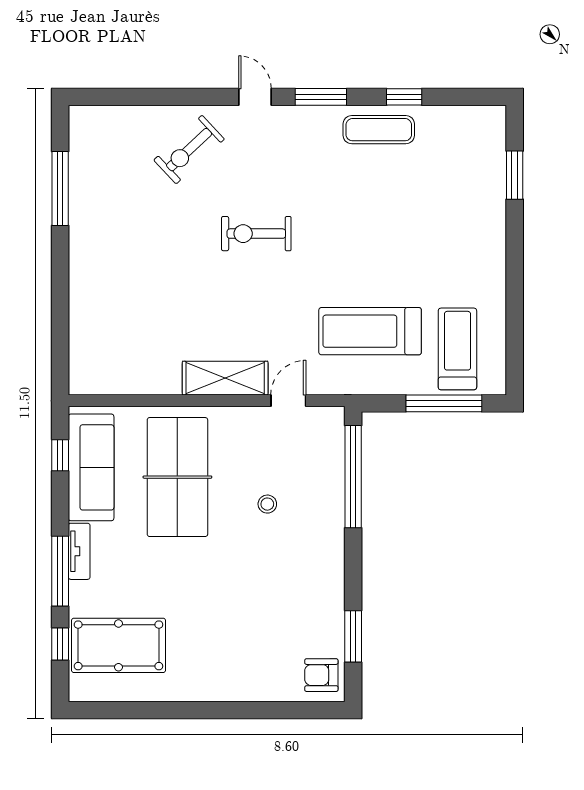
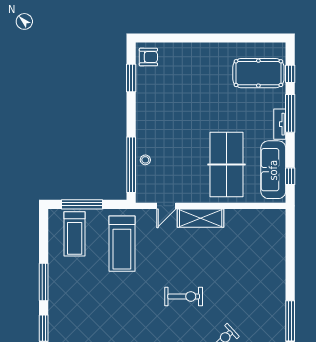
window: (515, 260) -> (44, 282), added
treadmill: (370, 331) -> (122, 244), turned 90
stool: (267, 504) -> (145, 160), moved

